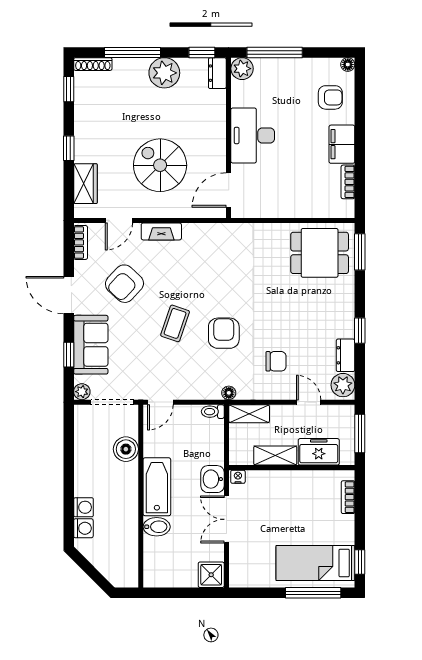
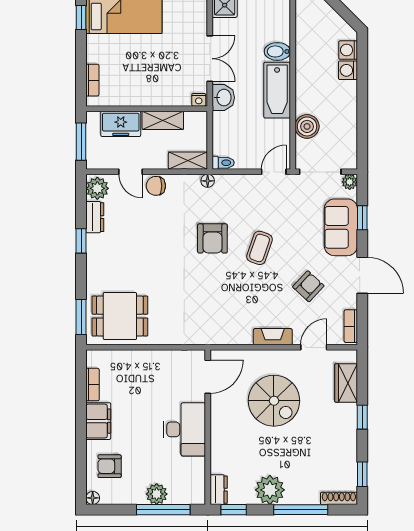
plant: (242, 69) -> (157, 494), moved
armchair: (124, 284) -> (308, 286), width x0.72, depth x0.72
chair: (276, 361) -> (156, 186), moved

